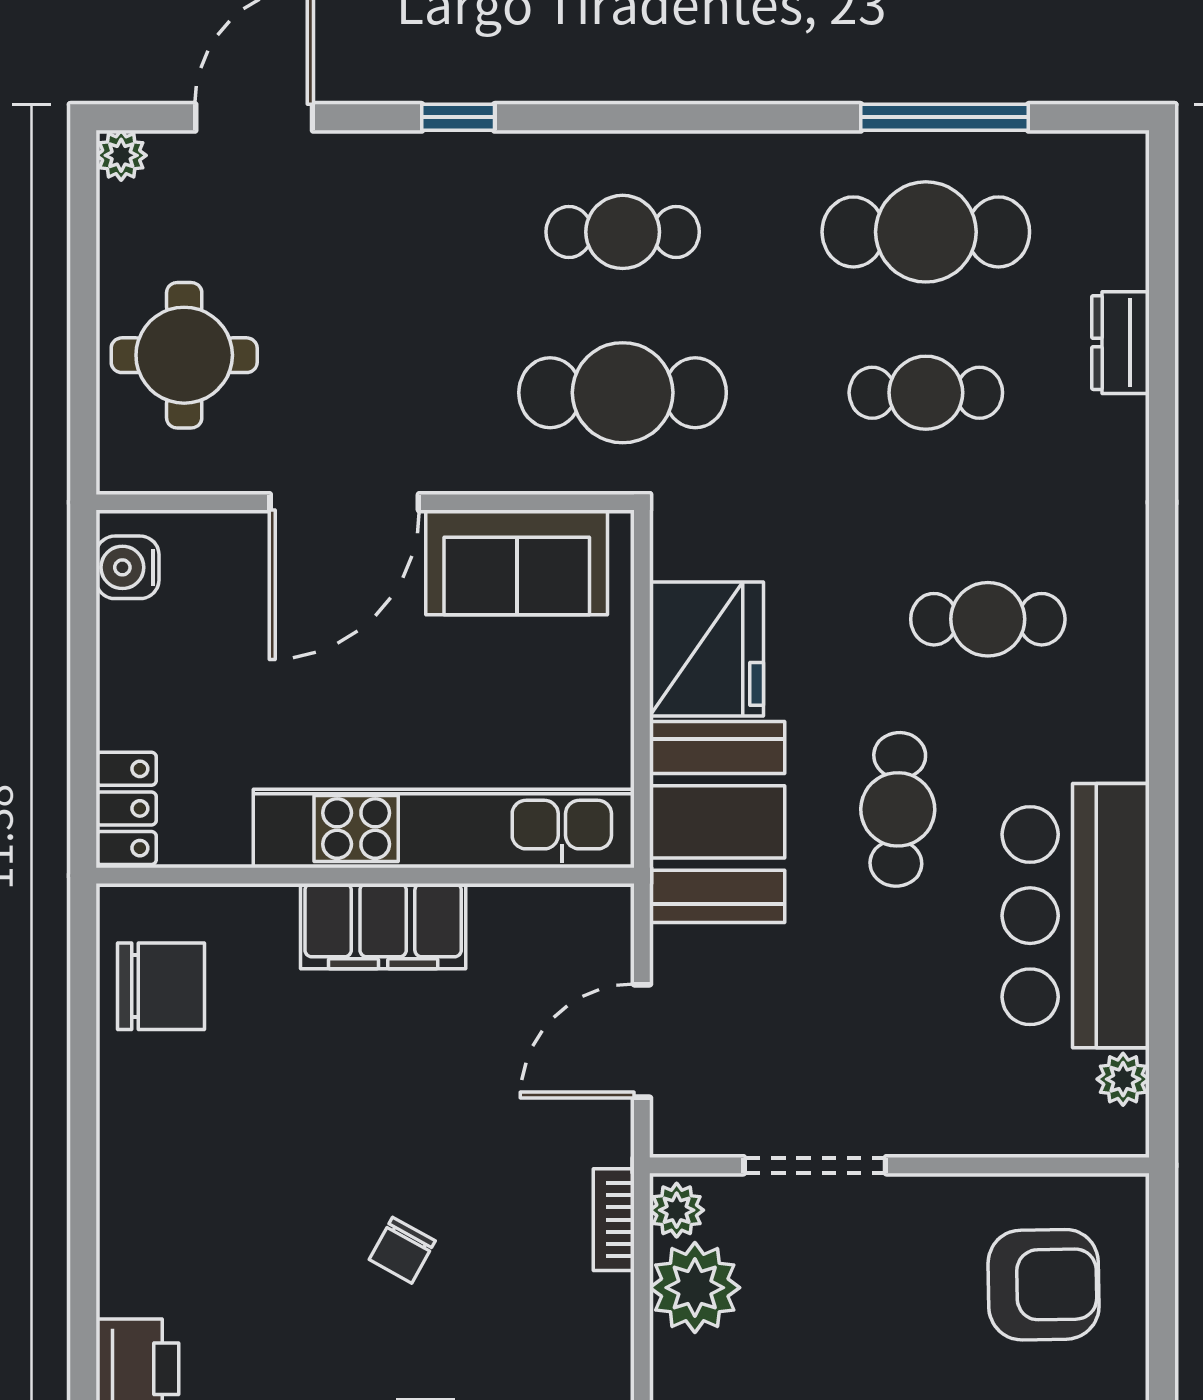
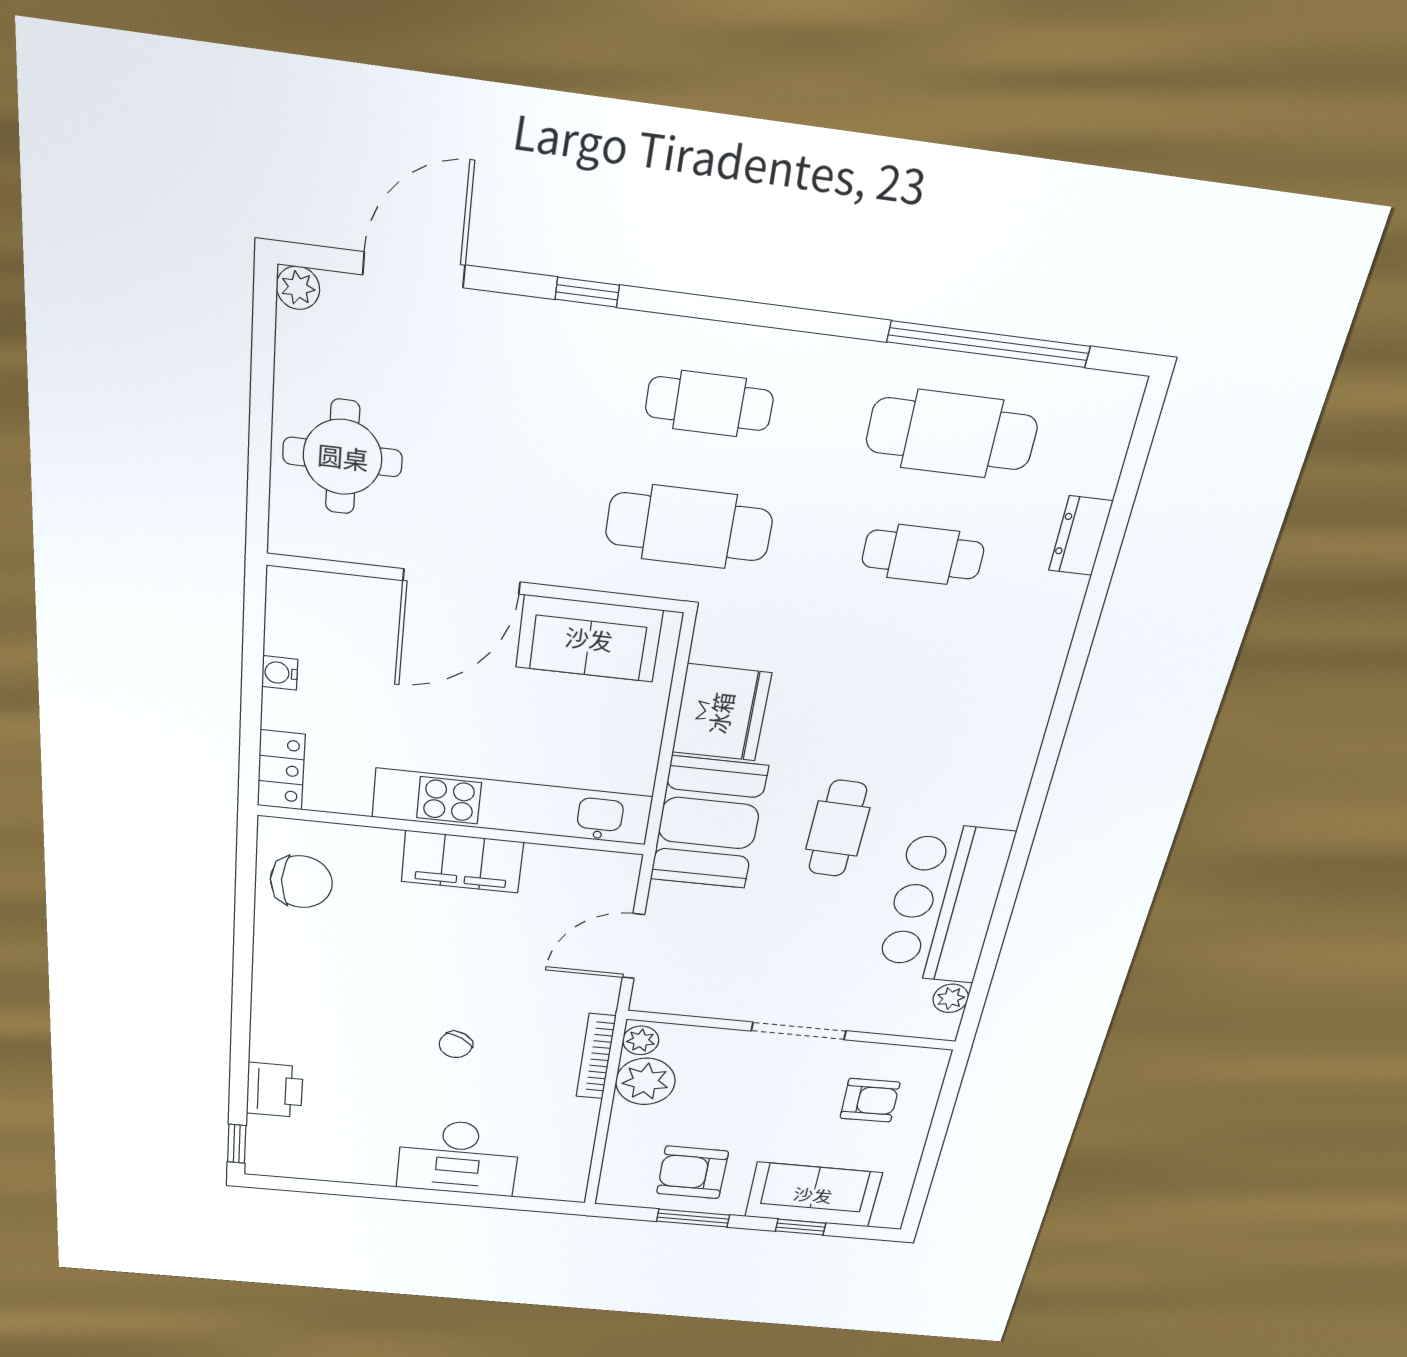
window: (945, 117) -> (989, 344), width x1.46
water cooler: (127, 567) -> (280, 673), moved, width x0.72, depth x0.72
cafe table: (988, 619) -> (931, 716), removed
doorway: (815, 1165) -> (799, 1031), moved
bookcase: (614, 1220) -> (596, 1056), width x1.56
armchair: (1044, 1285) -> (870, 1100), width x0.72, depth x0.72

